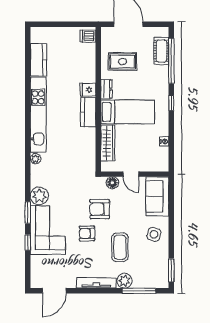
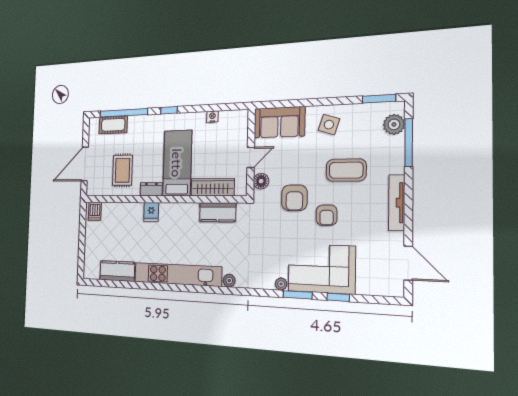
kitchen counter: (88, 112) -> (218, 212), moved
plant: (39, 196) -> (281, 284), width x0.53, depth x0.53
plant: (125, 281) -> (394, 124), moved

